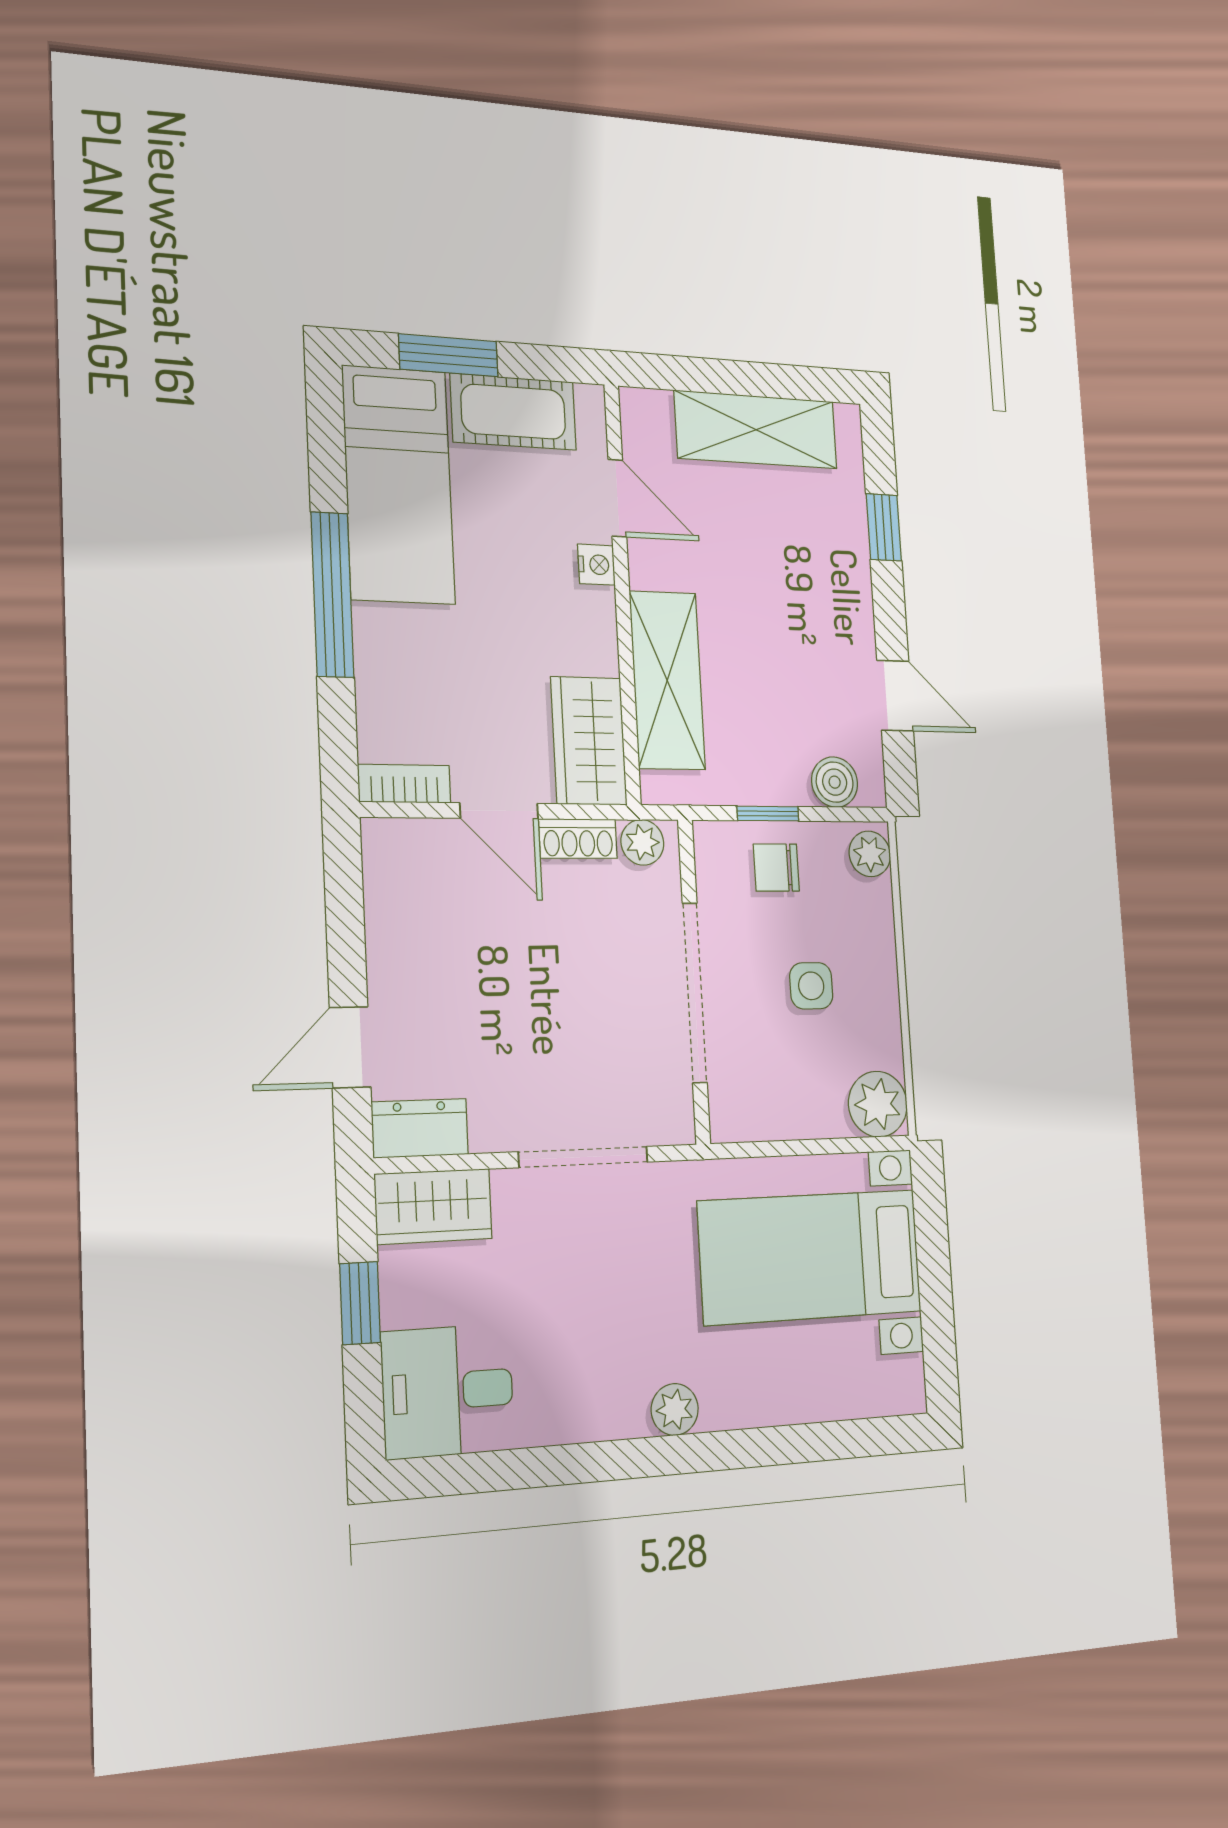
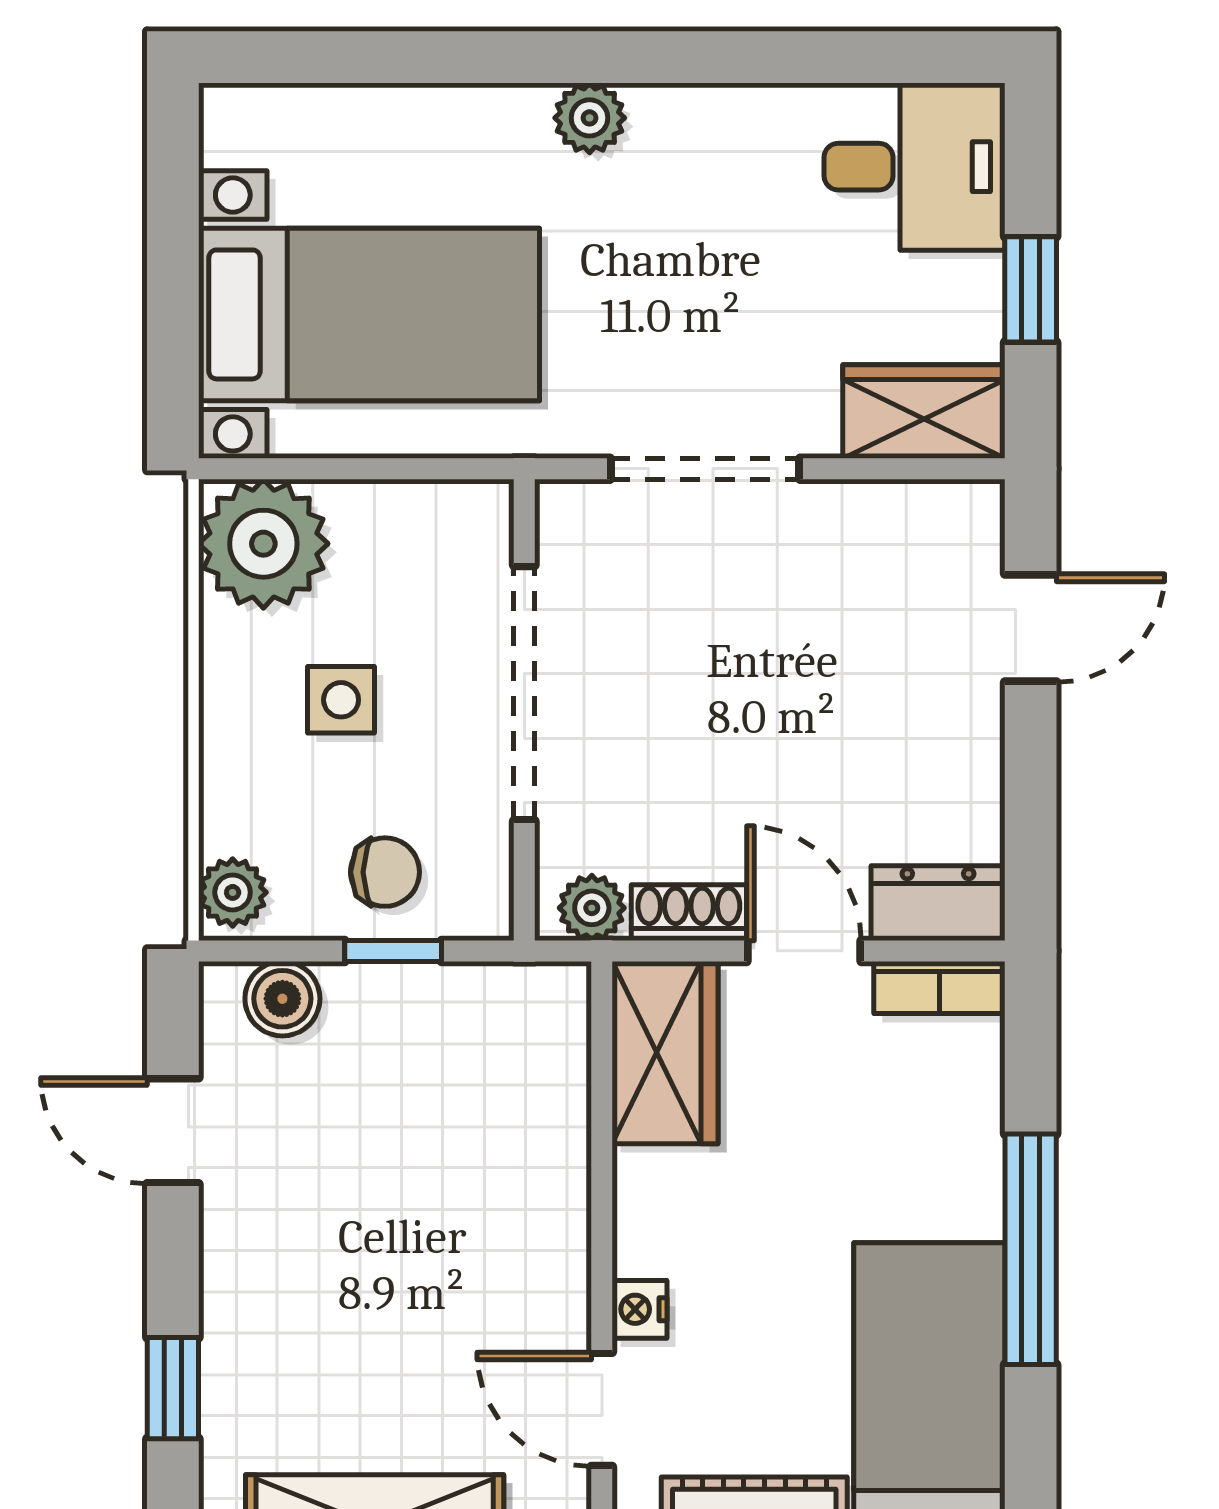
shelving: (667, 680) -> (540, 1143), removed
plant: (878, 1104) -> (263, 544), width x1.36, depth x1.36
dresser: (420, 1128) -> (938, 903), moved, turned 180

